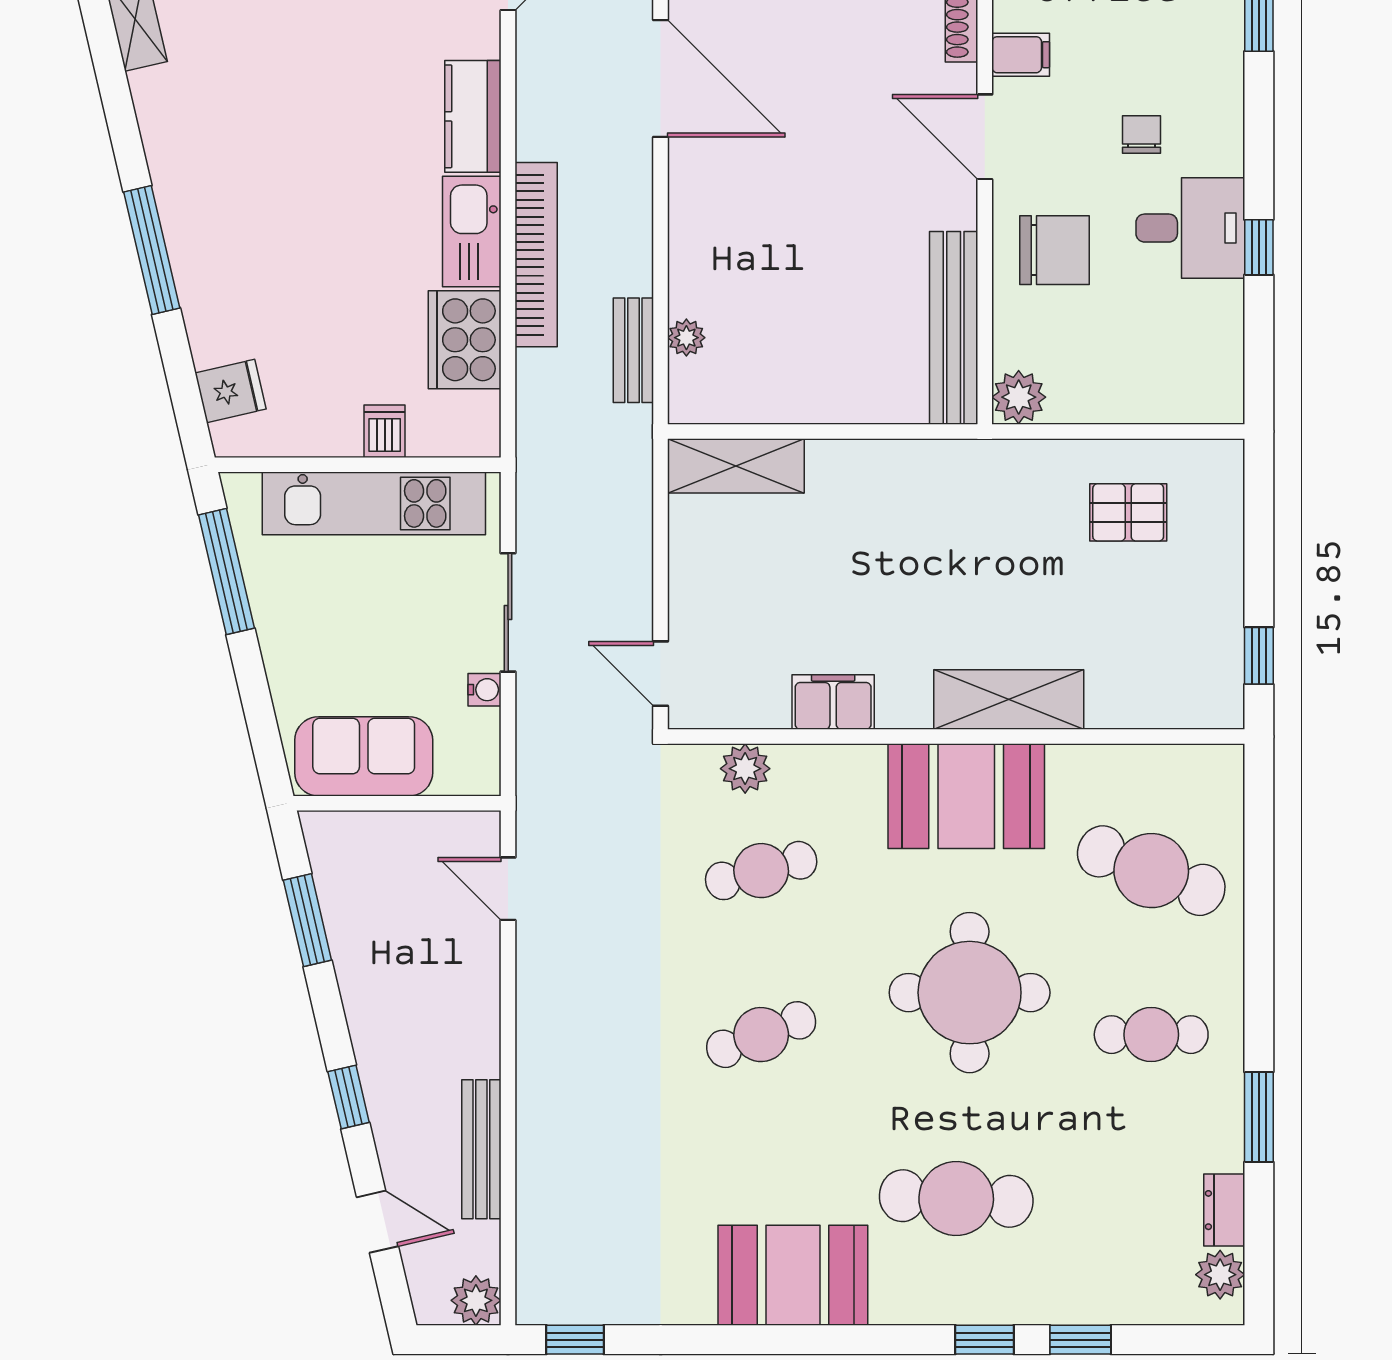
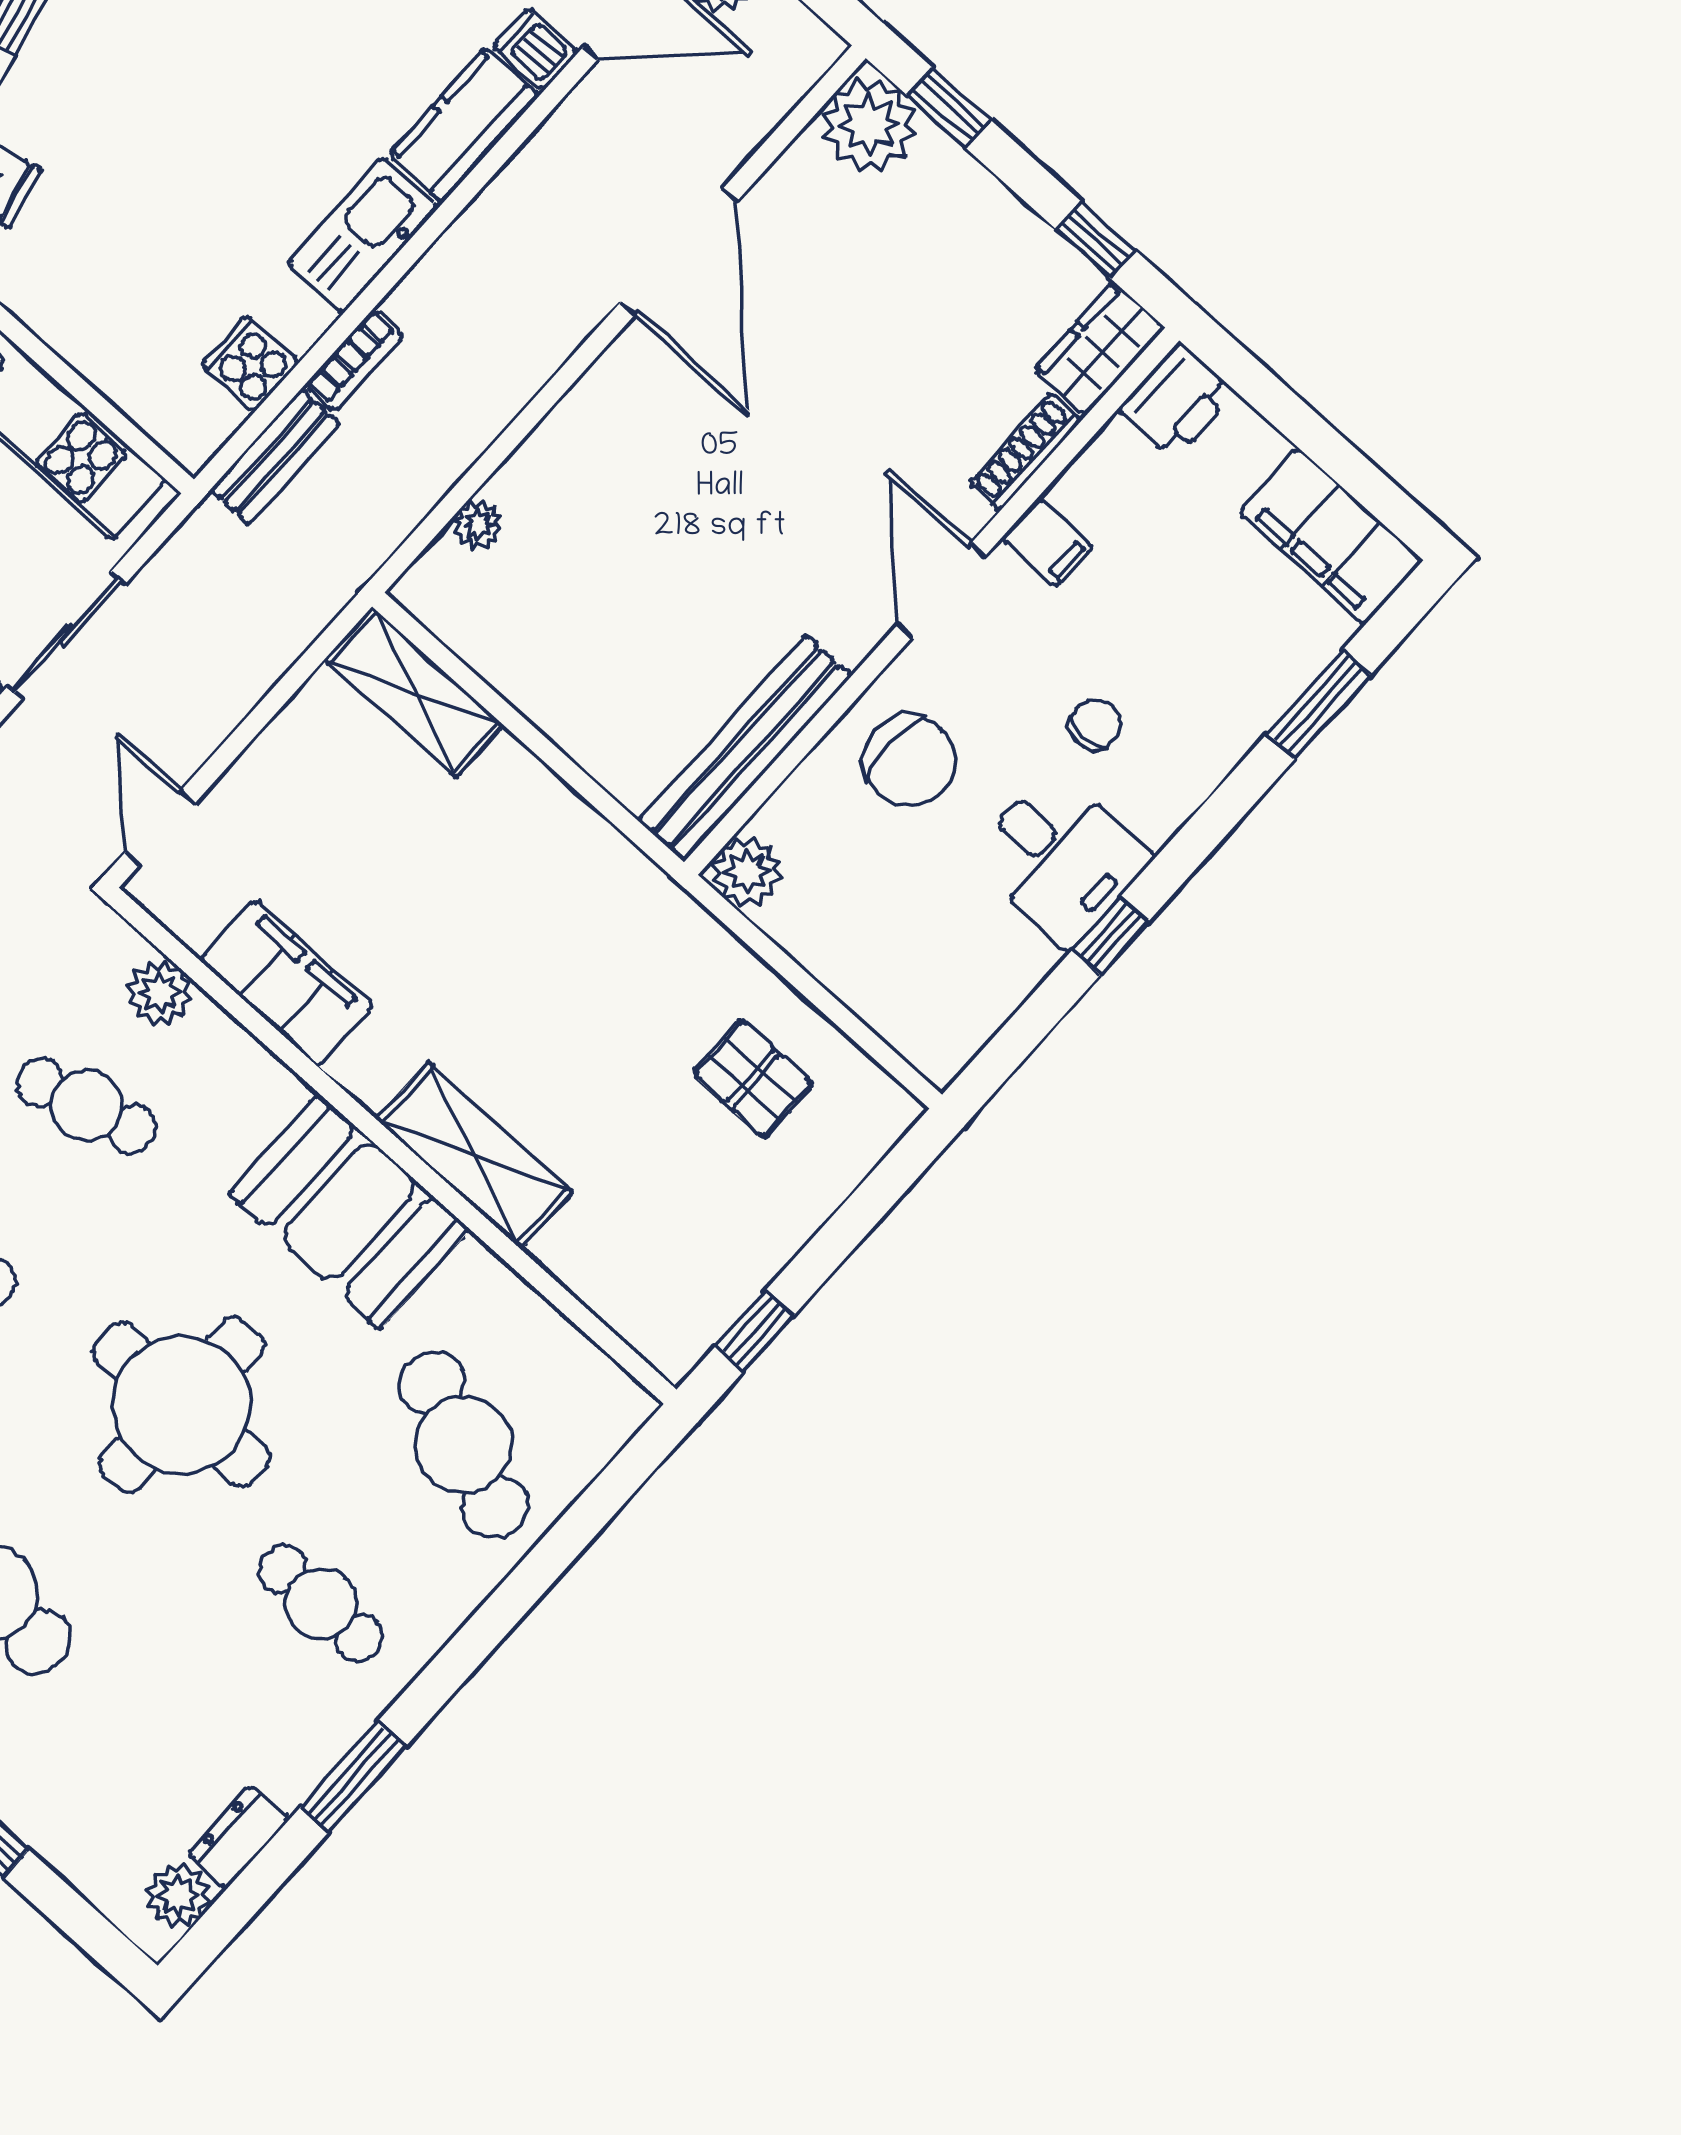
bookcase: (536, 255) -> (354, 360), width x0.43, depth x0.76
cooker: (465, 340) -> (250, 364), width x0.53, depth x0.76
bench: (633, 350) -> (275, 457), moved
dishwasher: (385, 431) -> (535, 49), moved, turned -90
filing cabinet: (833, 702) -> (287, 983), width x1.50, depth x1.17

